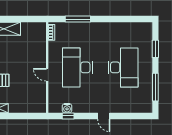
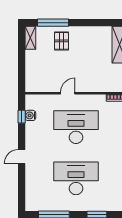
desk: (123, 67) -> (76, 178), turned 180

